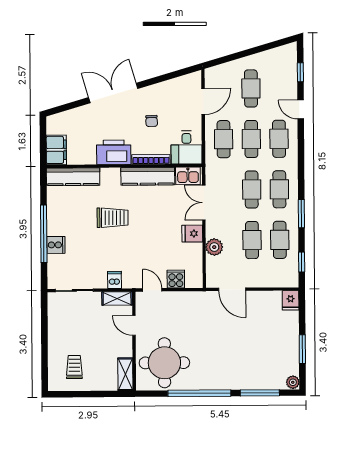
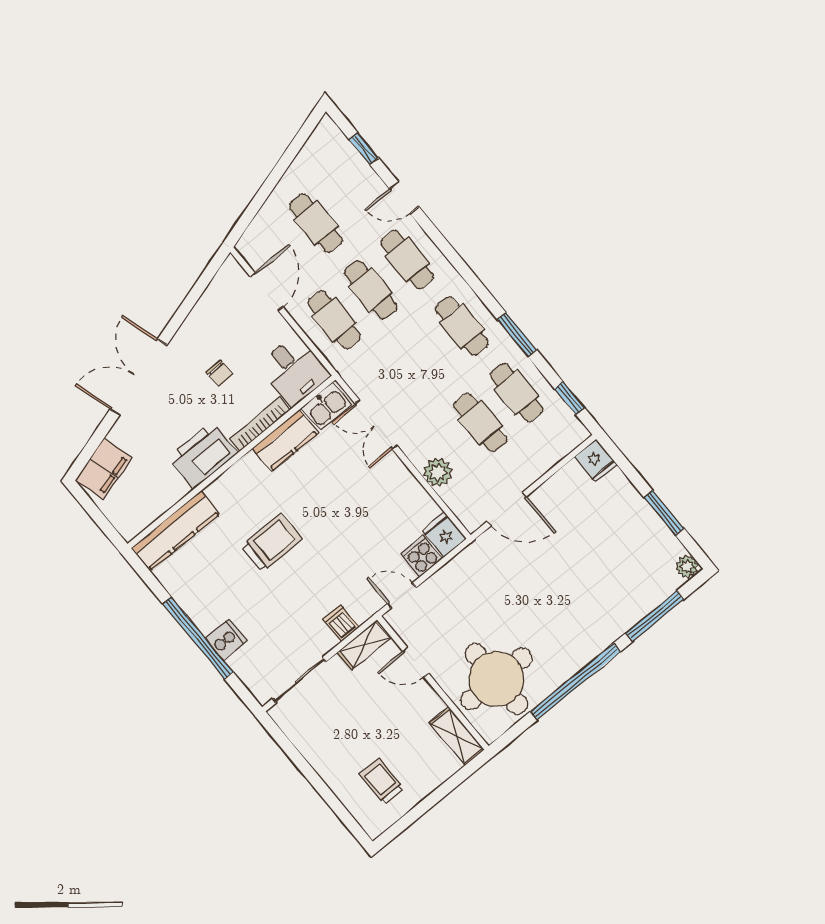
filing cabinet: (56, 150) -> (104, 468), moved, turned 74
kitchen counter: (148, 176) -> (285, 440), width x0.67
cafe table: (252, 190) -> (425, 356), removed
fridge: (192, 234) -> (444, 535), moved, turned 90

